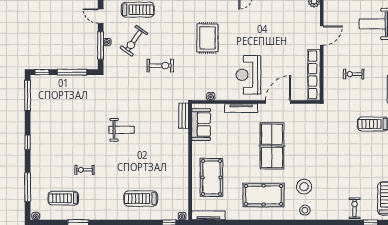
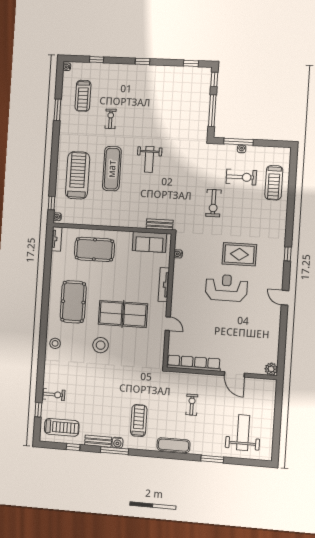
door: (101, 16) -> (269, 143), removed
exercise bike: (134, 41) -> (241, 177), turned 145
reception desk: (248, 75) -> (226, 288), moved
window: (28, 95) -> (191, 63), width x0.46
door: (278, 102) -> (168, 324), width x0.53
exercise mat: (132, 165) -> (112, 169), added
window: (28, 187) -> (97, 60), width x0.46
stool: (304, 187) -> (101, 345), moved
treadmill: (63, 198) -> (83, 96), turned 180
treadmill: (141, 199) -> (78, 175), width x1.37, depth x1.38
tv unit: (208, 215) -> (57, 239), width x0.71

